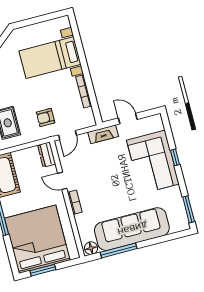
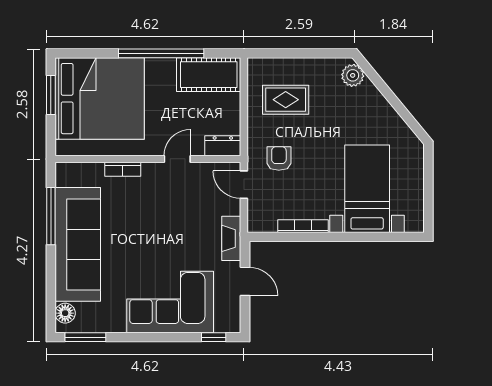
door: (128, 119) -> (245, 281), hinge flipped
window: (175, 157) -> (214, 337), moved
bookcase: (75, 202) -> (123, 169), moved
floor lamp: (91, 248) -> (65, 313), moved

